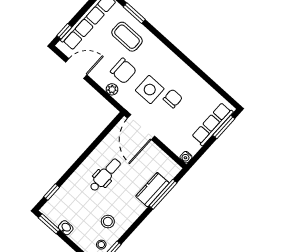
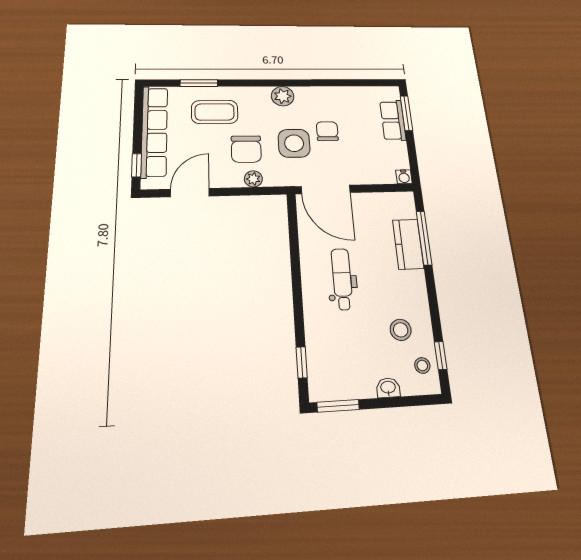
plant: (169, 59) -> (283, 96), added
chair: (123, 71) -> (246, 149), turned 90
row of seats: (212, 124) -> (393, 120), width x0.68
washbasin: (66, 228) -> (388, 388), moved

